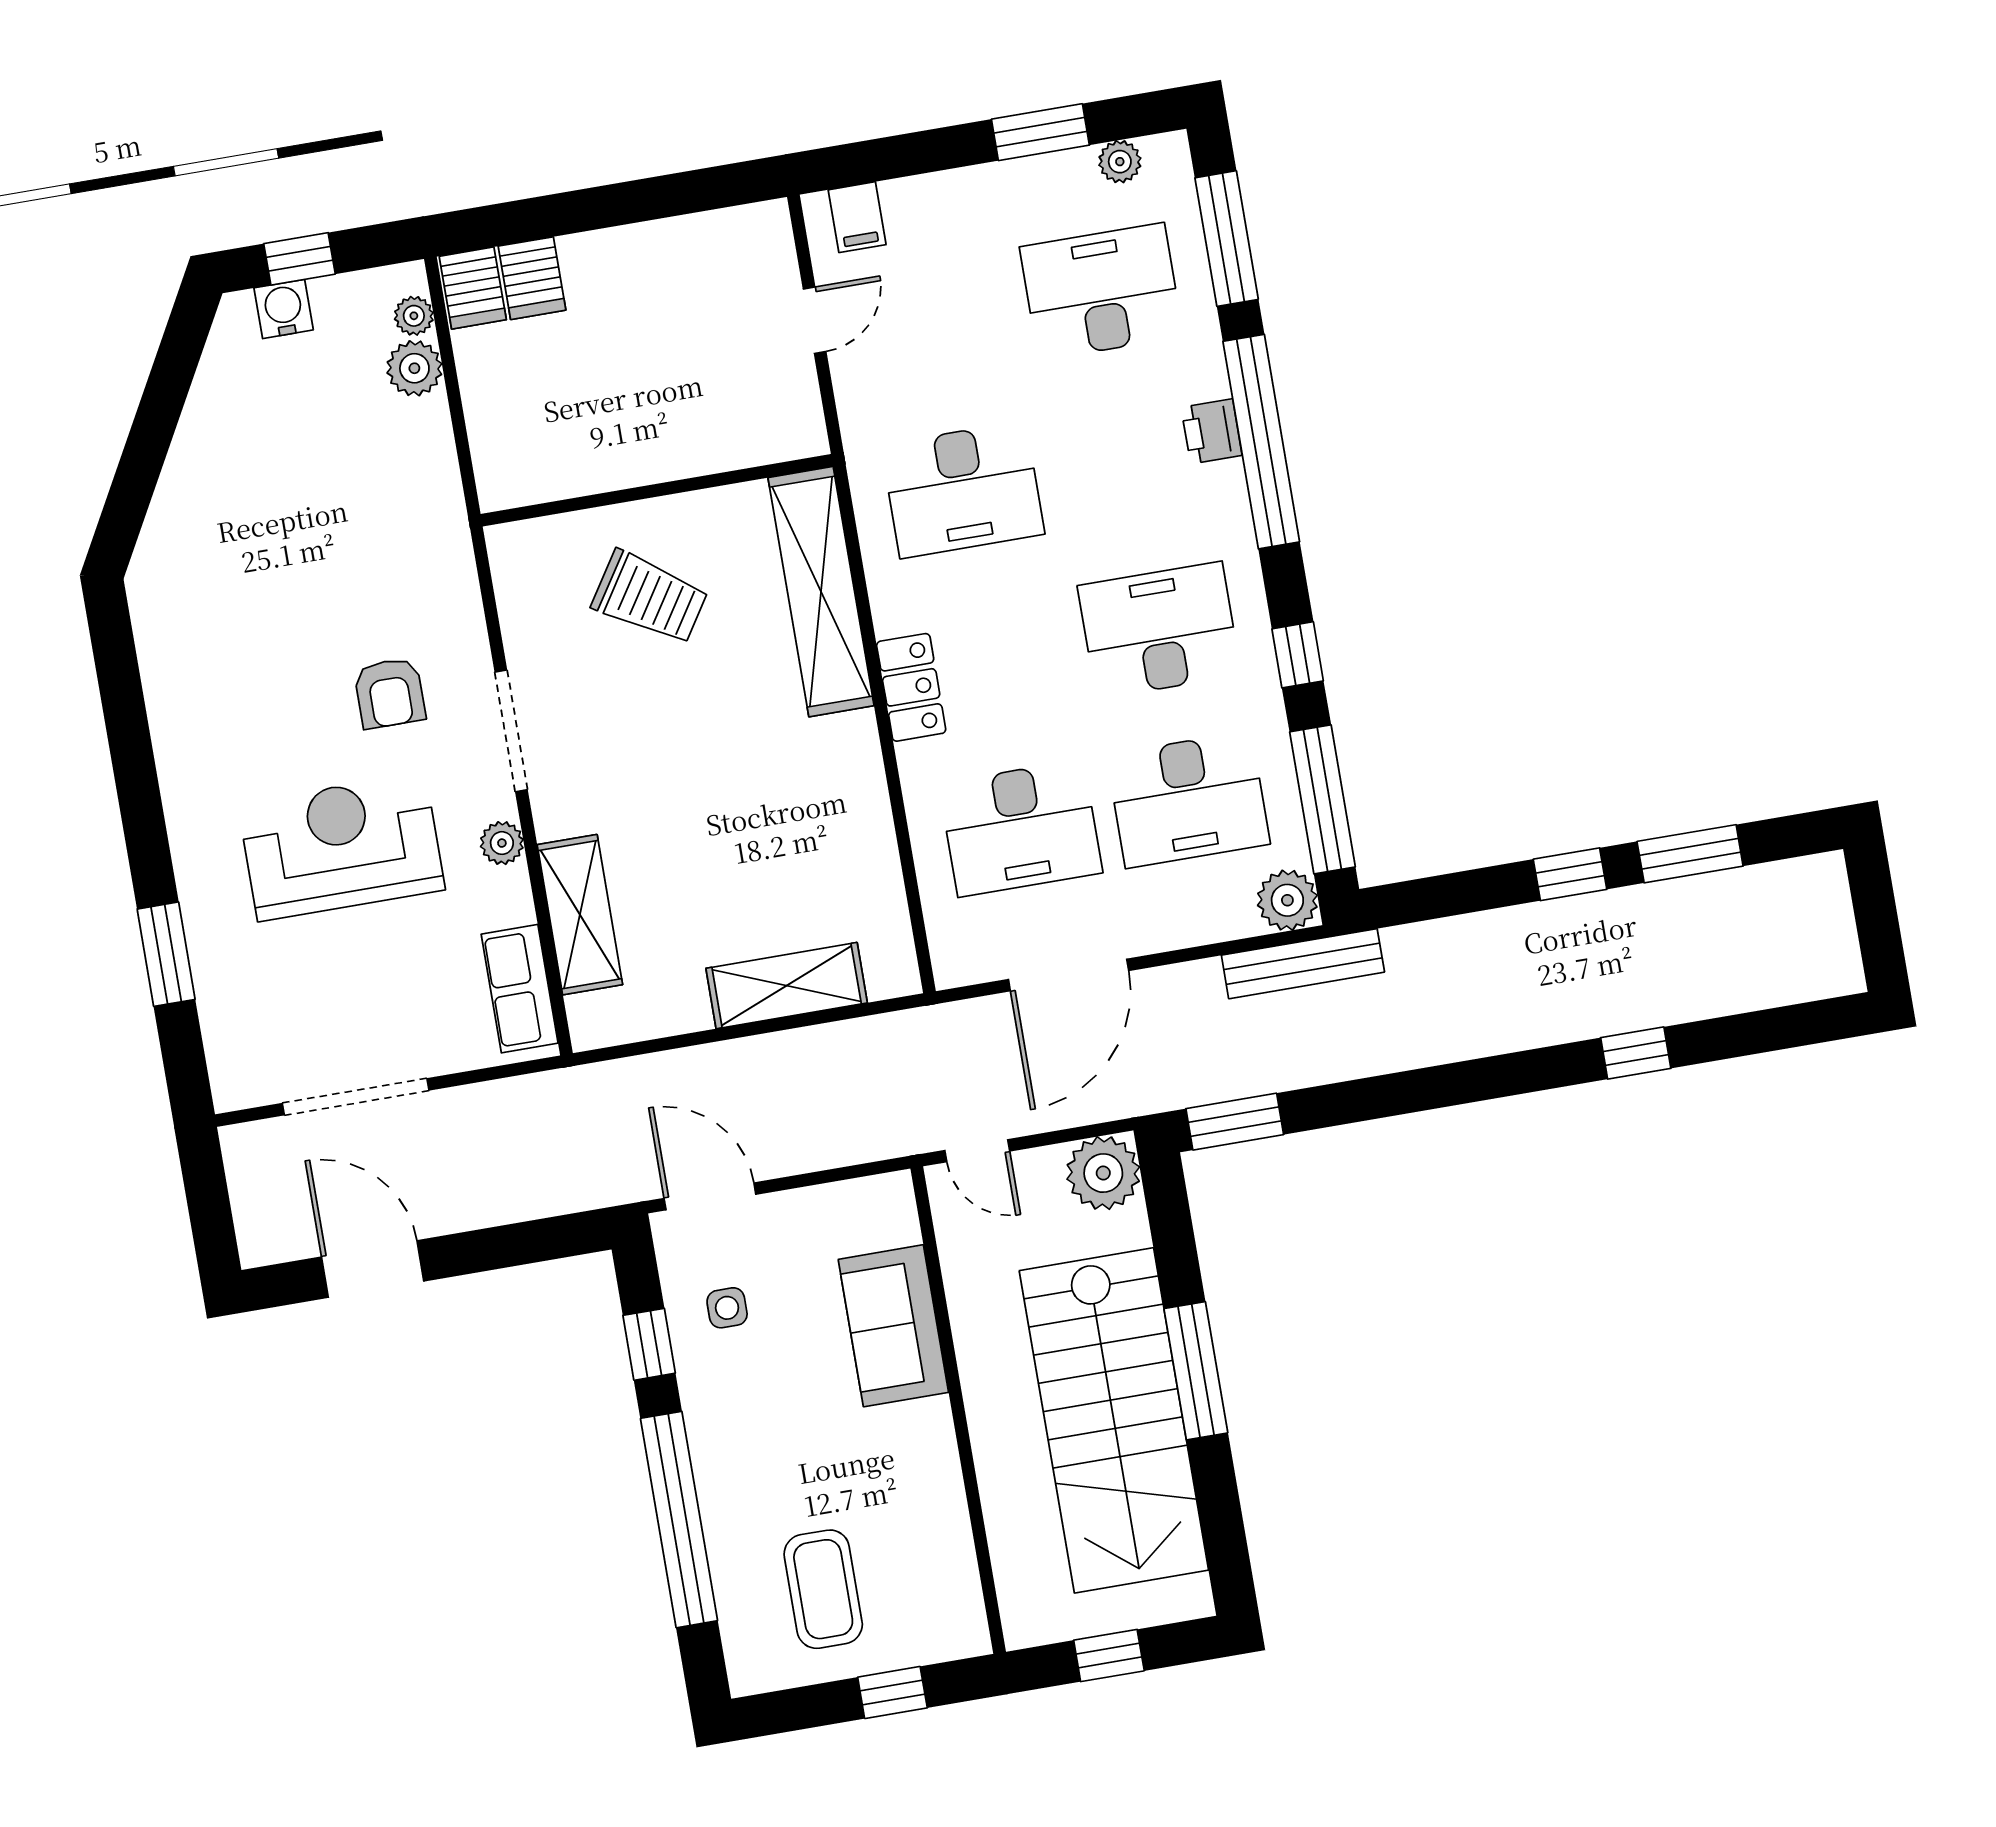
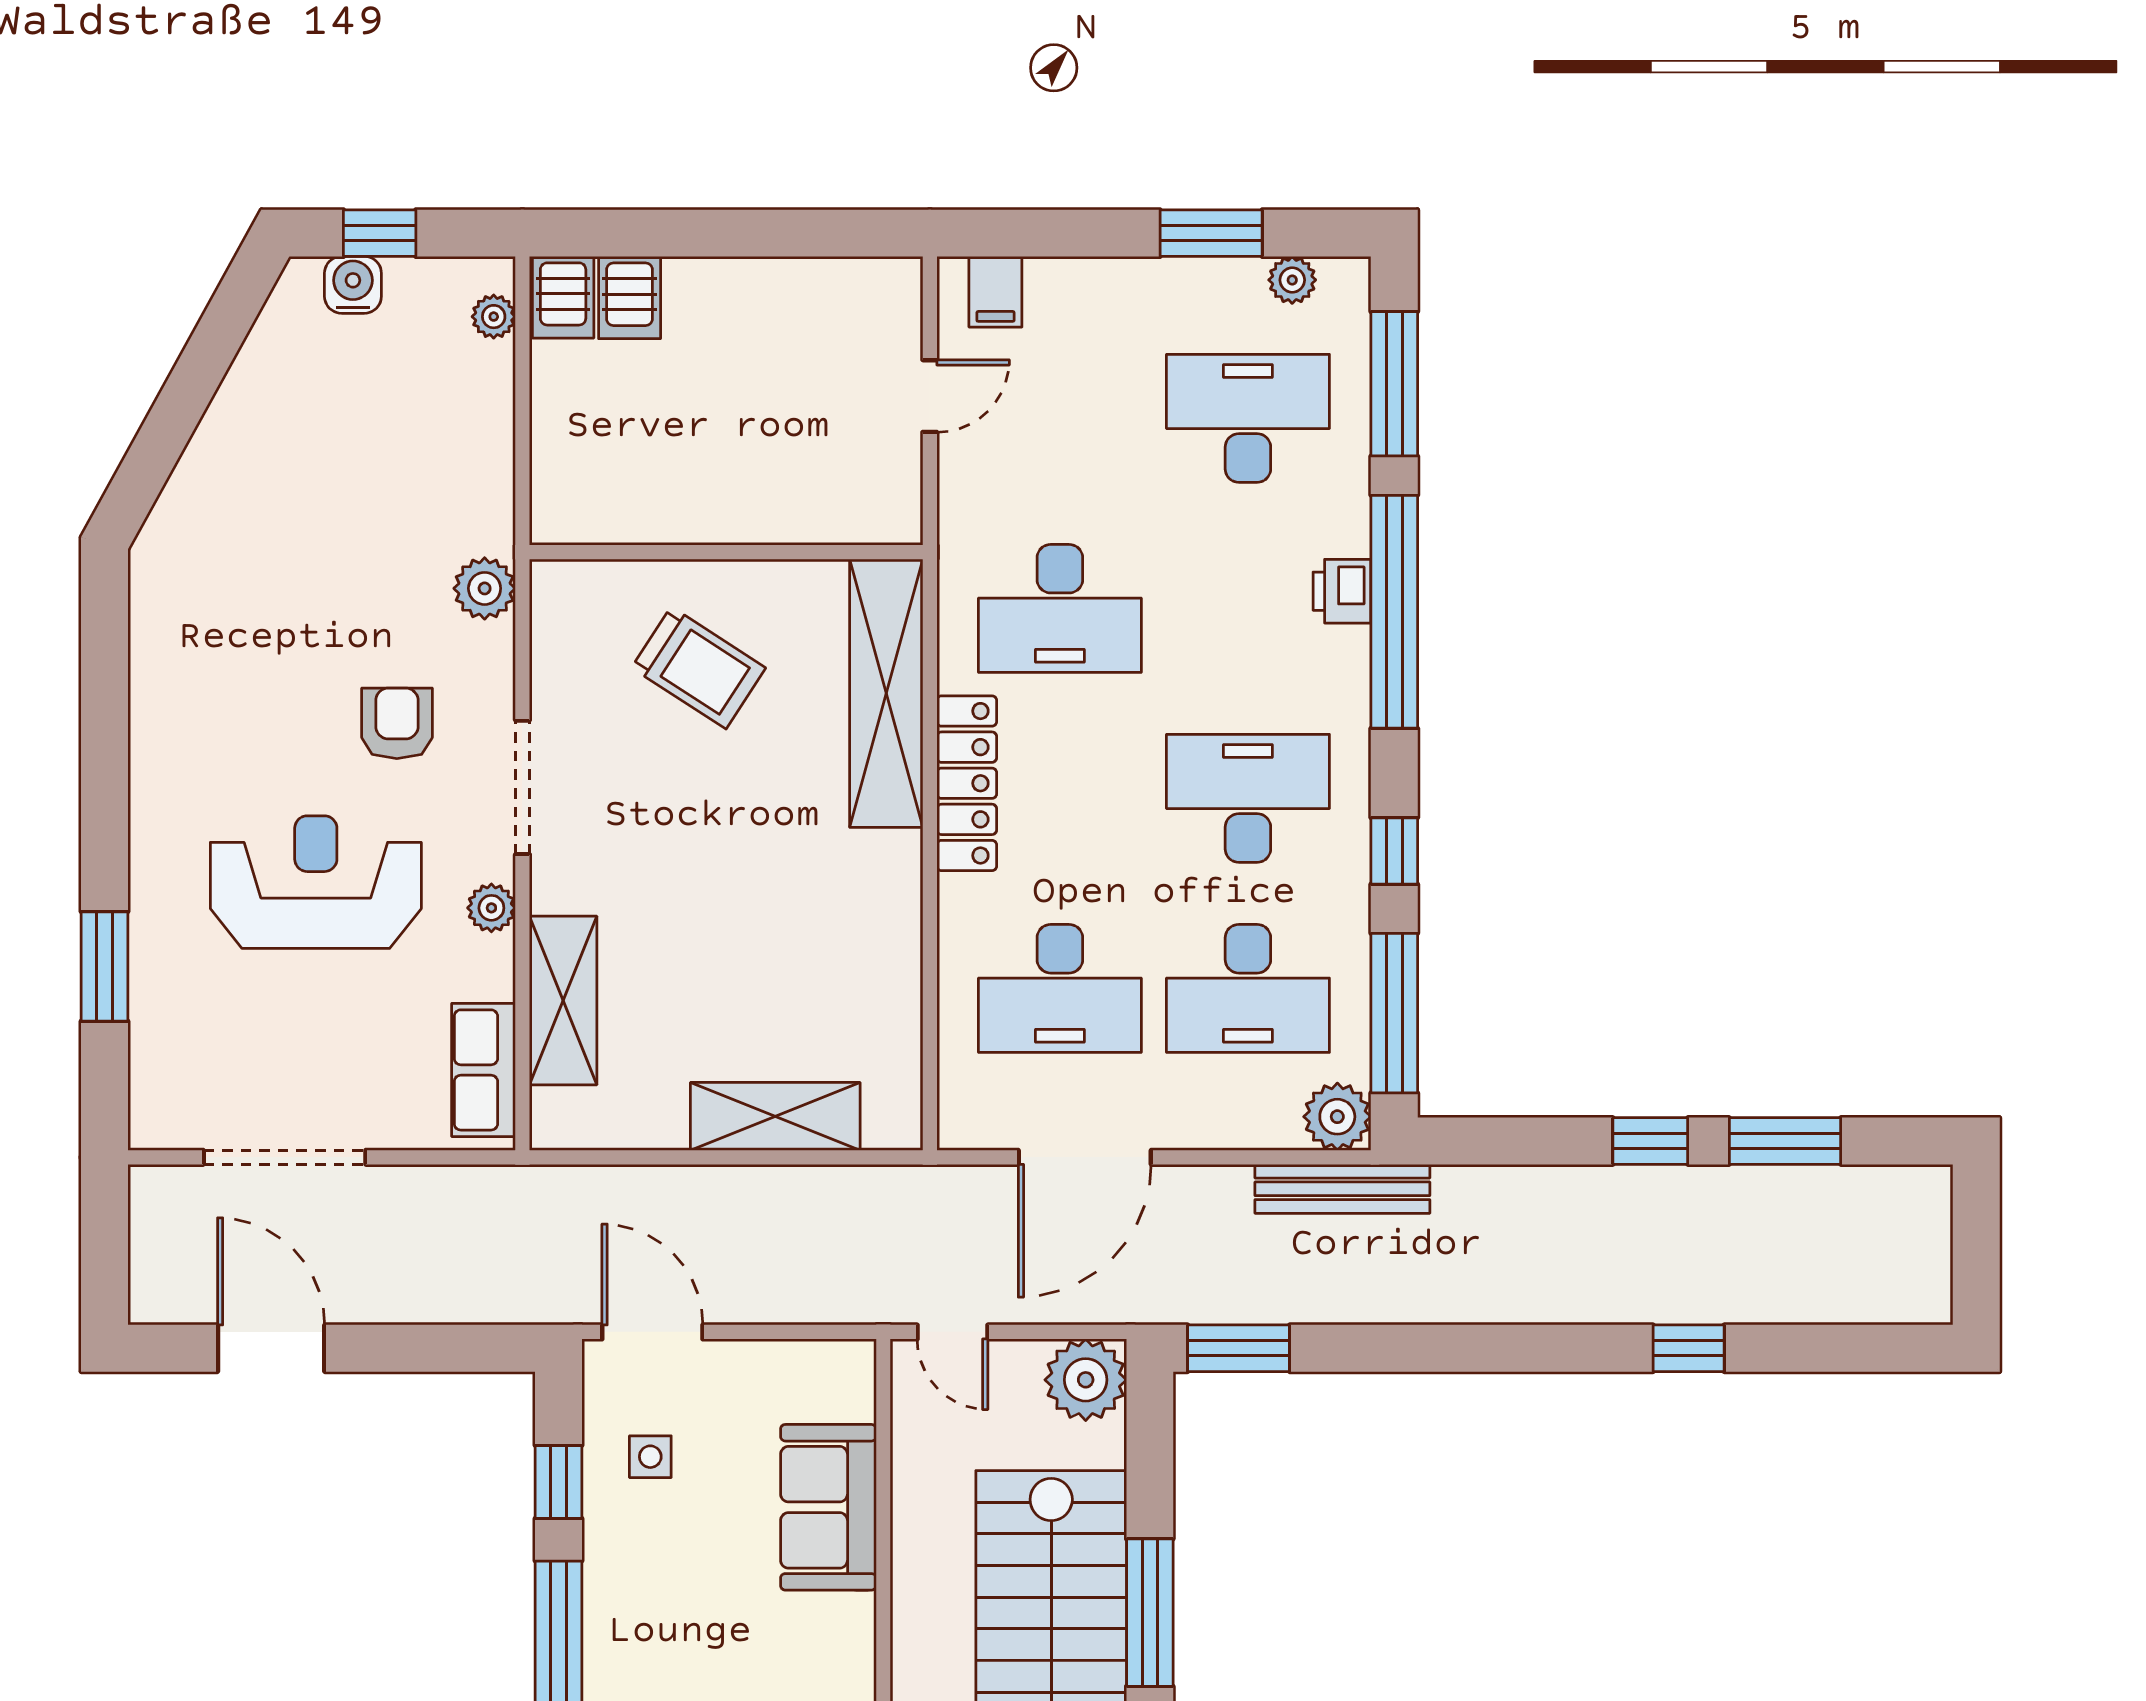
plant: (414, 368) -> (485, 588), moved
locker: (911, 687) -> (967, 783), width x1.53
armchair: (390, 693) -> (397, 723), turned 180

